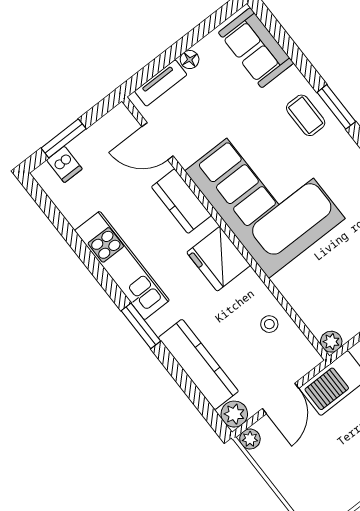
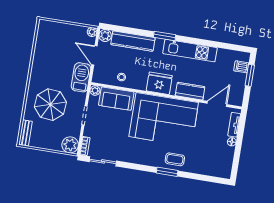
sofa: (256, 48) -> (116, 99), moved, turned 180

